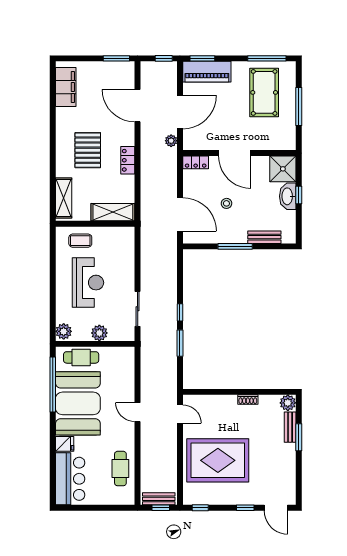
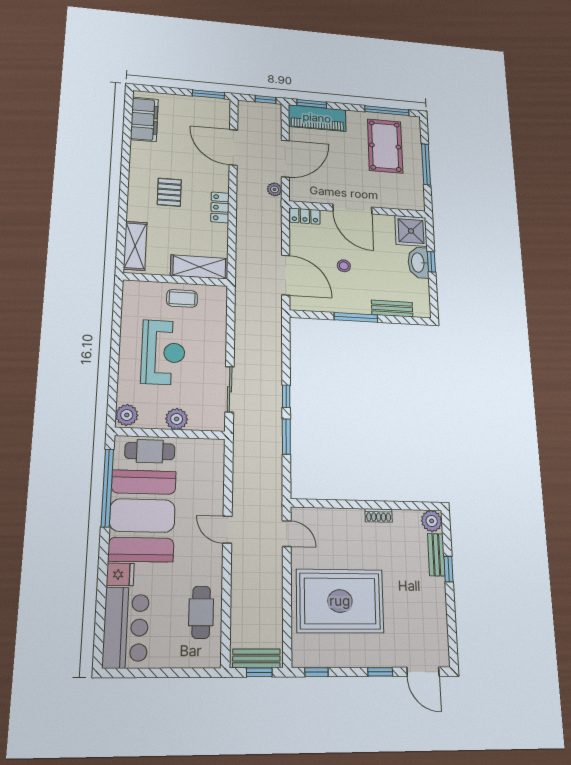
pallet: (88, 150) -> (169, 192), width x0.67, depth x0.71
coffee table: (80, 241) -> (182, 298), moved
window: (299, 437) -> (449, 569), width x0.67

